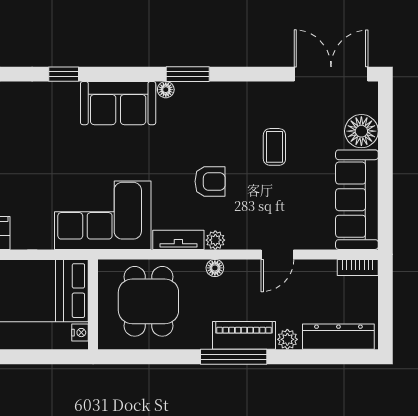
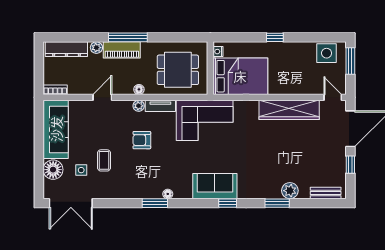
sofa: (118, 103) -> (215, 186), moved
side table: (313, 130) -> (81, 170), added
dining table: (148, 301) -> (178, 70), turned 90

